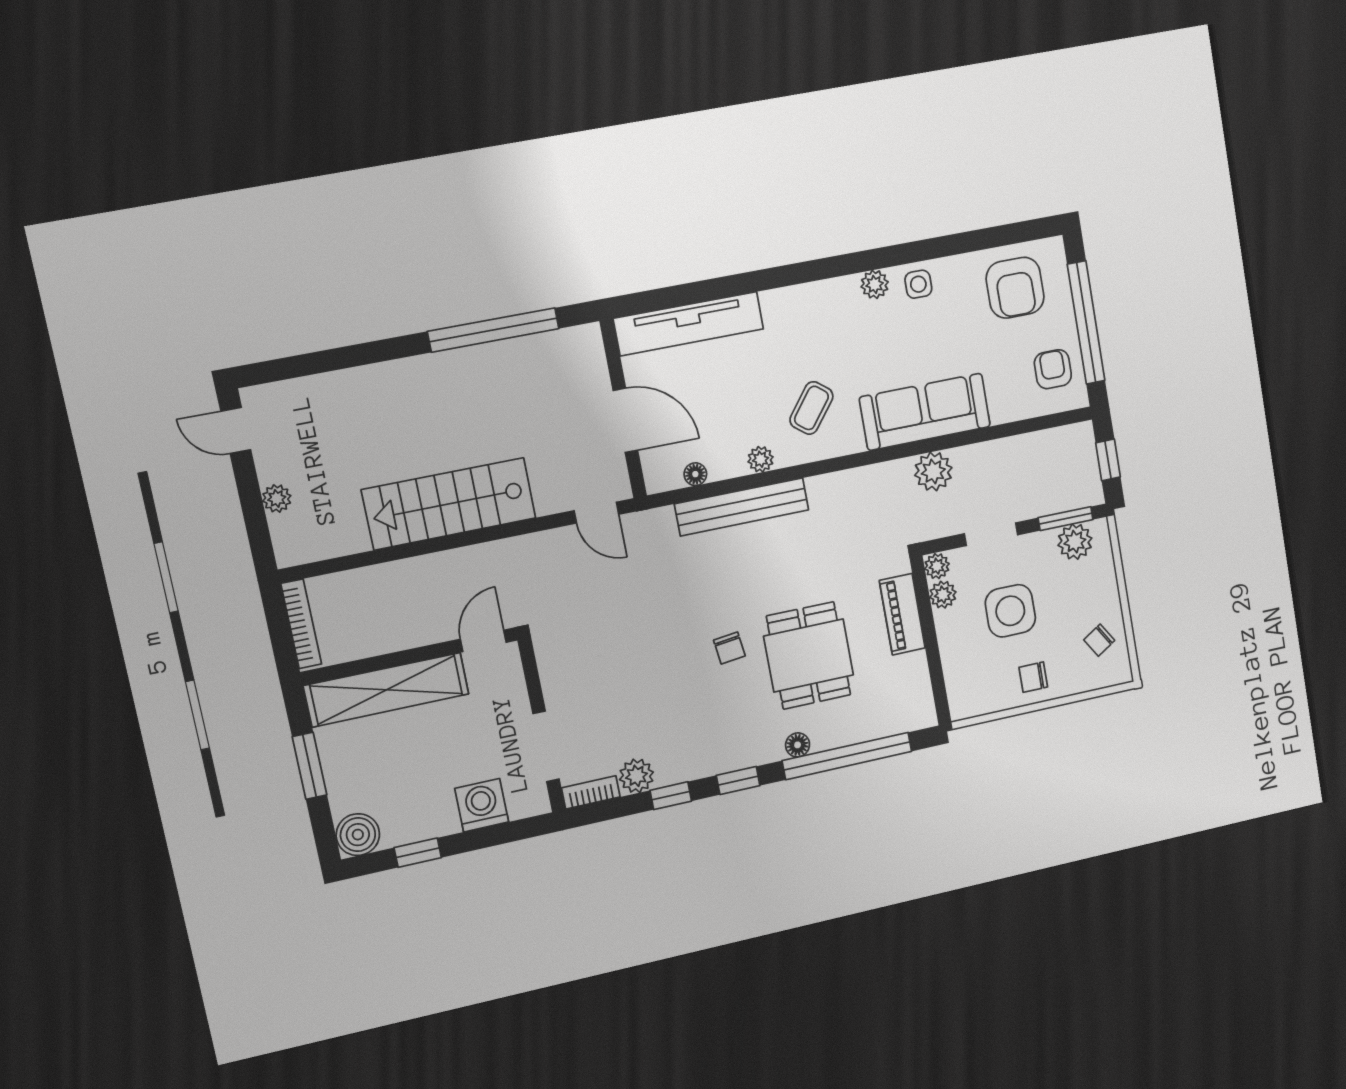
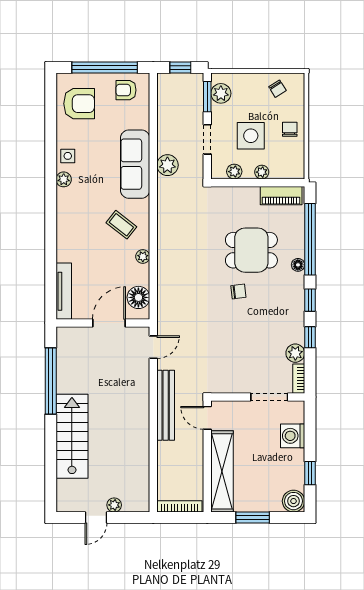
tv unit: (689, 324) -> (64, 291), width x0.73, depth x0.78
door: (236, 430) -> (96, 518), moved
floor lamp: (695, 474) -> (138, 297), width x1.89, depth x1.89
stairs: (449, 504) -> (72, 436), moved, turned 180
bench: (742, 507) -> (166, 405), moved
plant: (937, 566) -> (262, 172), moved
piano: (902, 614) -> (281, 196), moved
chair: (1033, 677) -> (290, 129), turned 180

